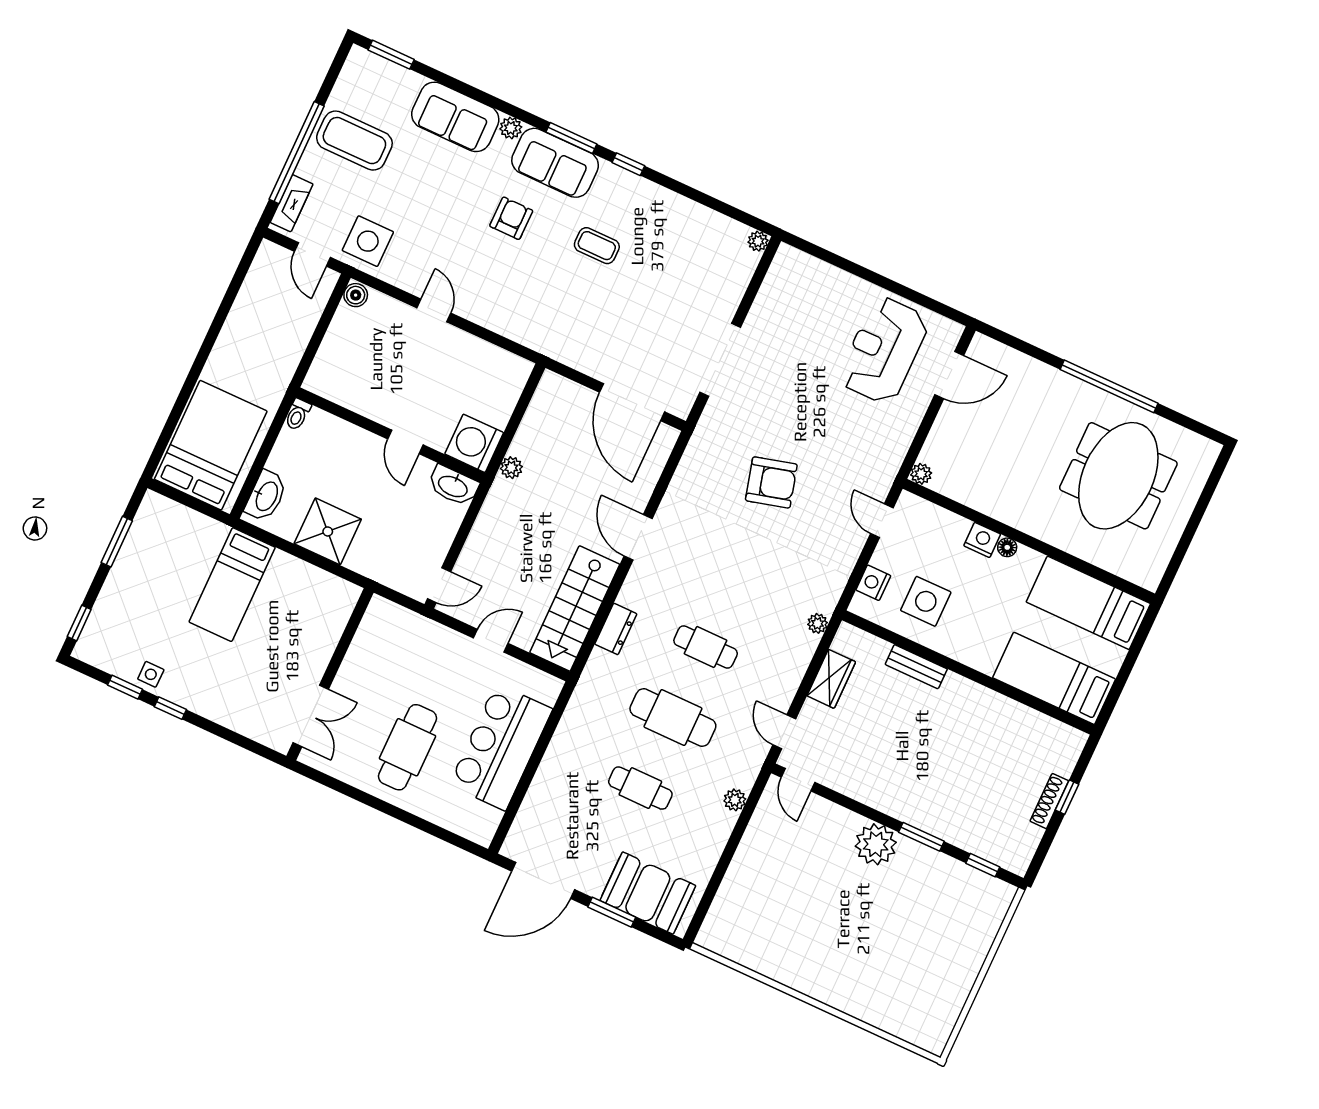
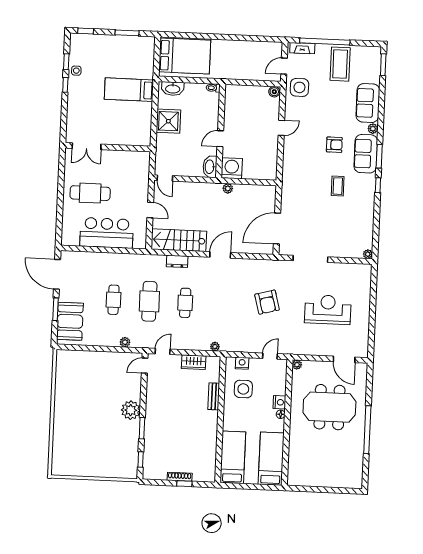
reception desk: (884, 350) -> (328, 310), moved
meeting table: (1118, 476) -> (329, 407), moved

